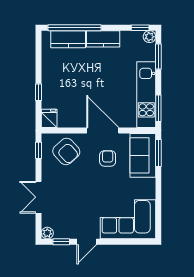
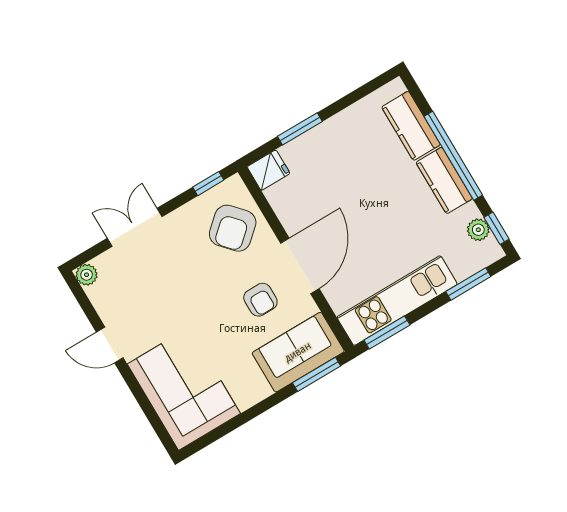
window: (74, 28) -> (453, 156), moved
plant: (149, 37) -> (478, 230), moved
window: (39, 92) -> (300, 129), width x1.50
armchair: (108, 158) -> (260, 300), turned 90
window: (61, 242) -> (86, 305), removed

